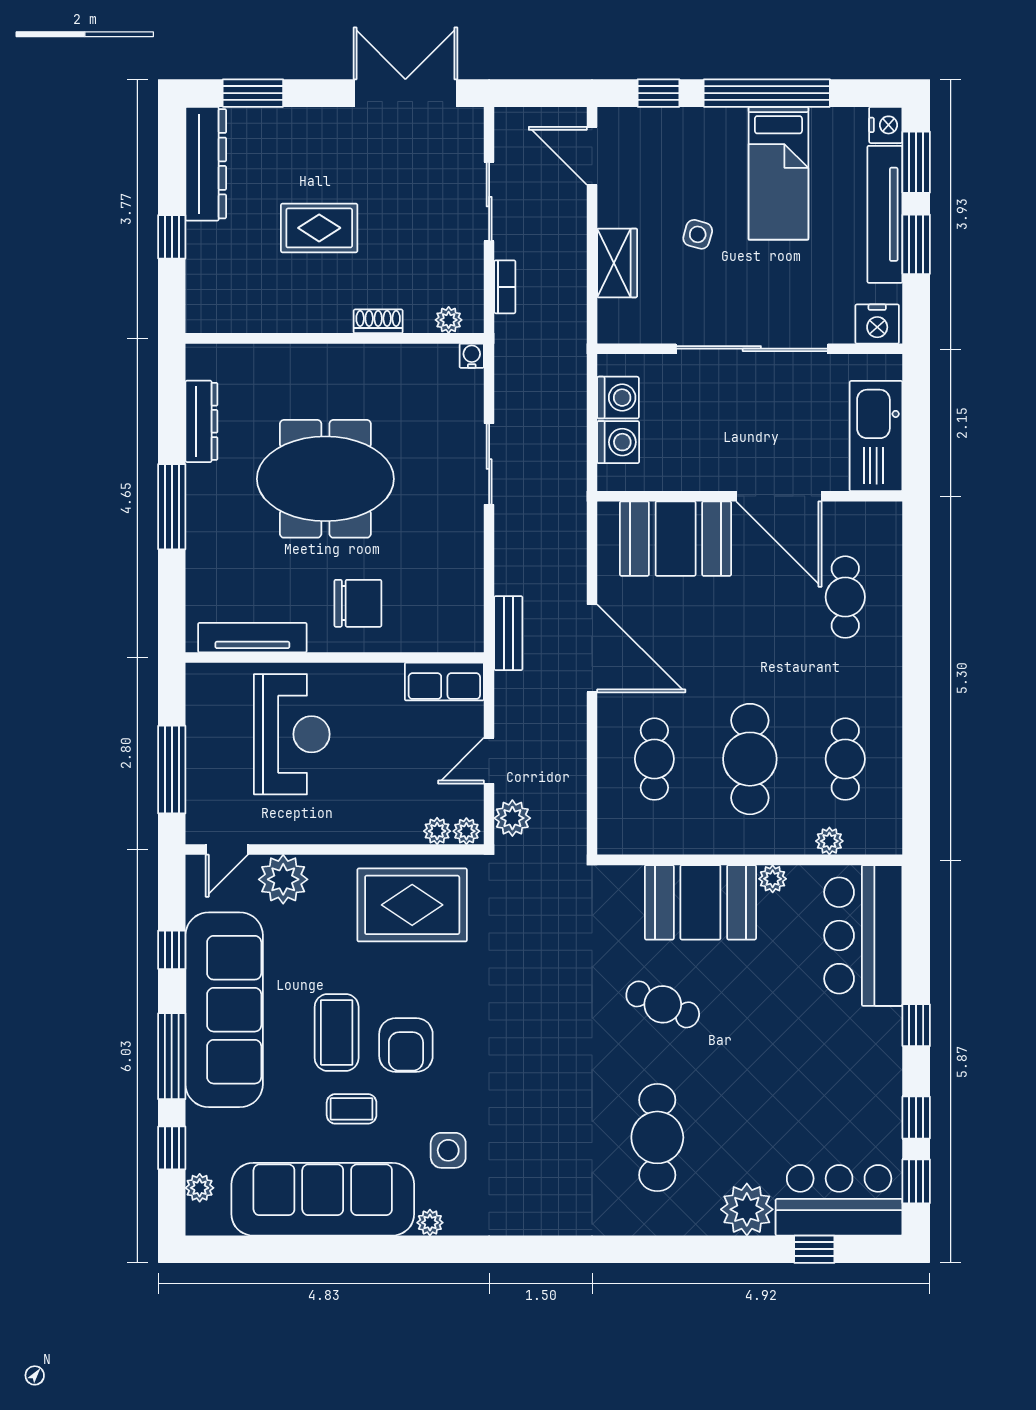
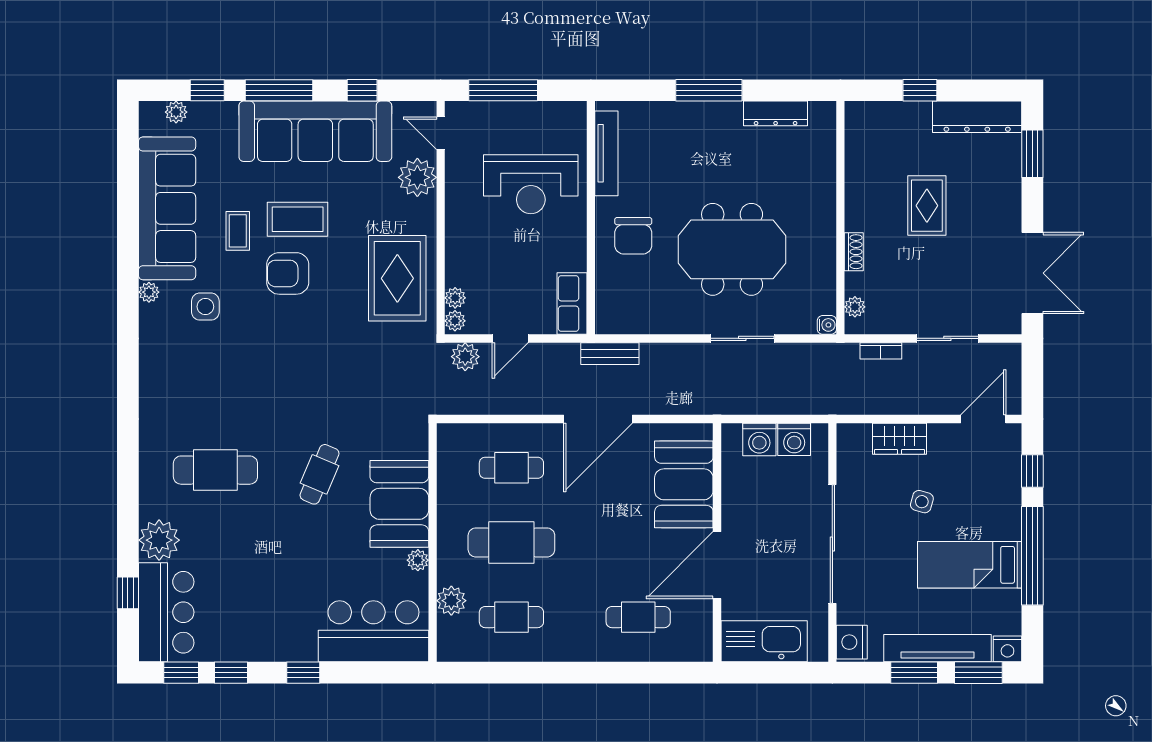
meeting table: (325, 479) -> (732, 249), moved, turned 90
door: (489, 761) -> (510, 338), swing flipped
plant: (829, 841) -> (451, 601), width x1.38, depth x1.38

